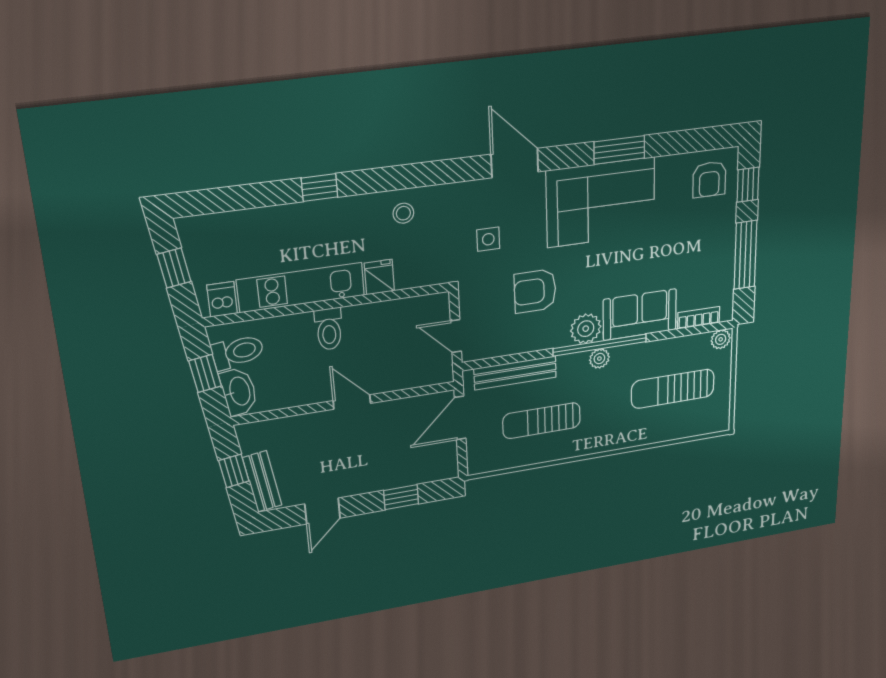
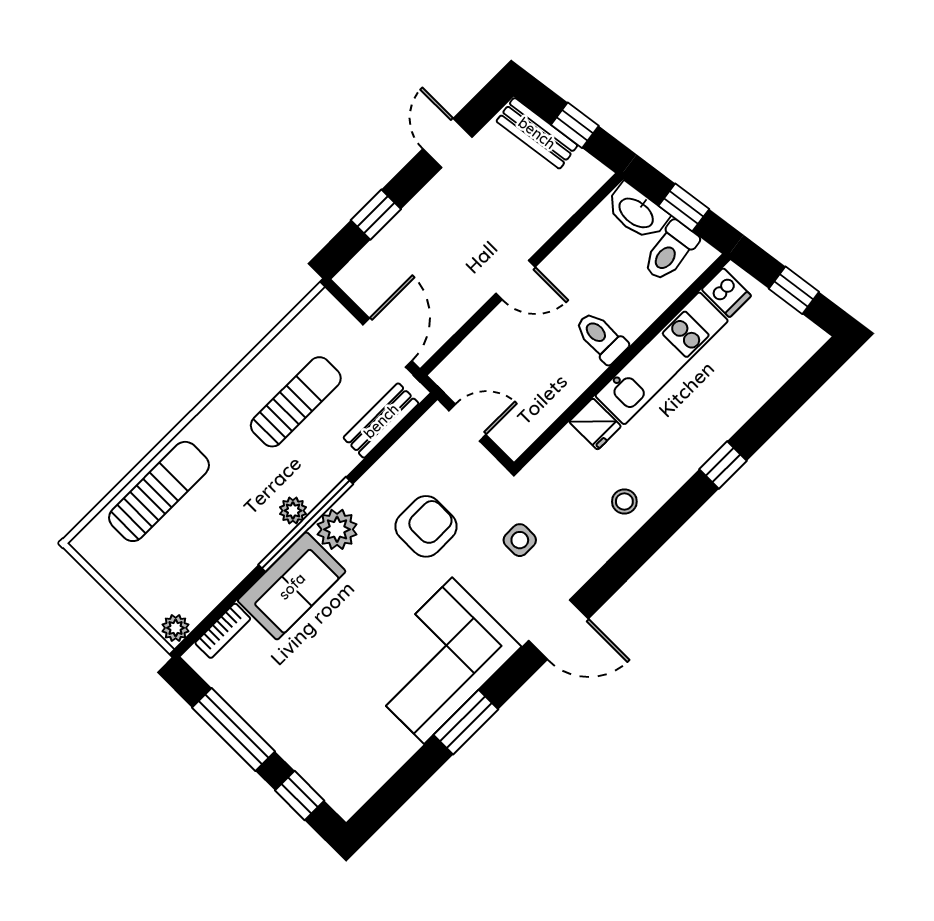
armchair: (709, 179) -> (346, 768), removed
bench: (515, 373) -> (381, 421), width x0.73
sun lounger: (673, 389) -> (159, 491), moved

